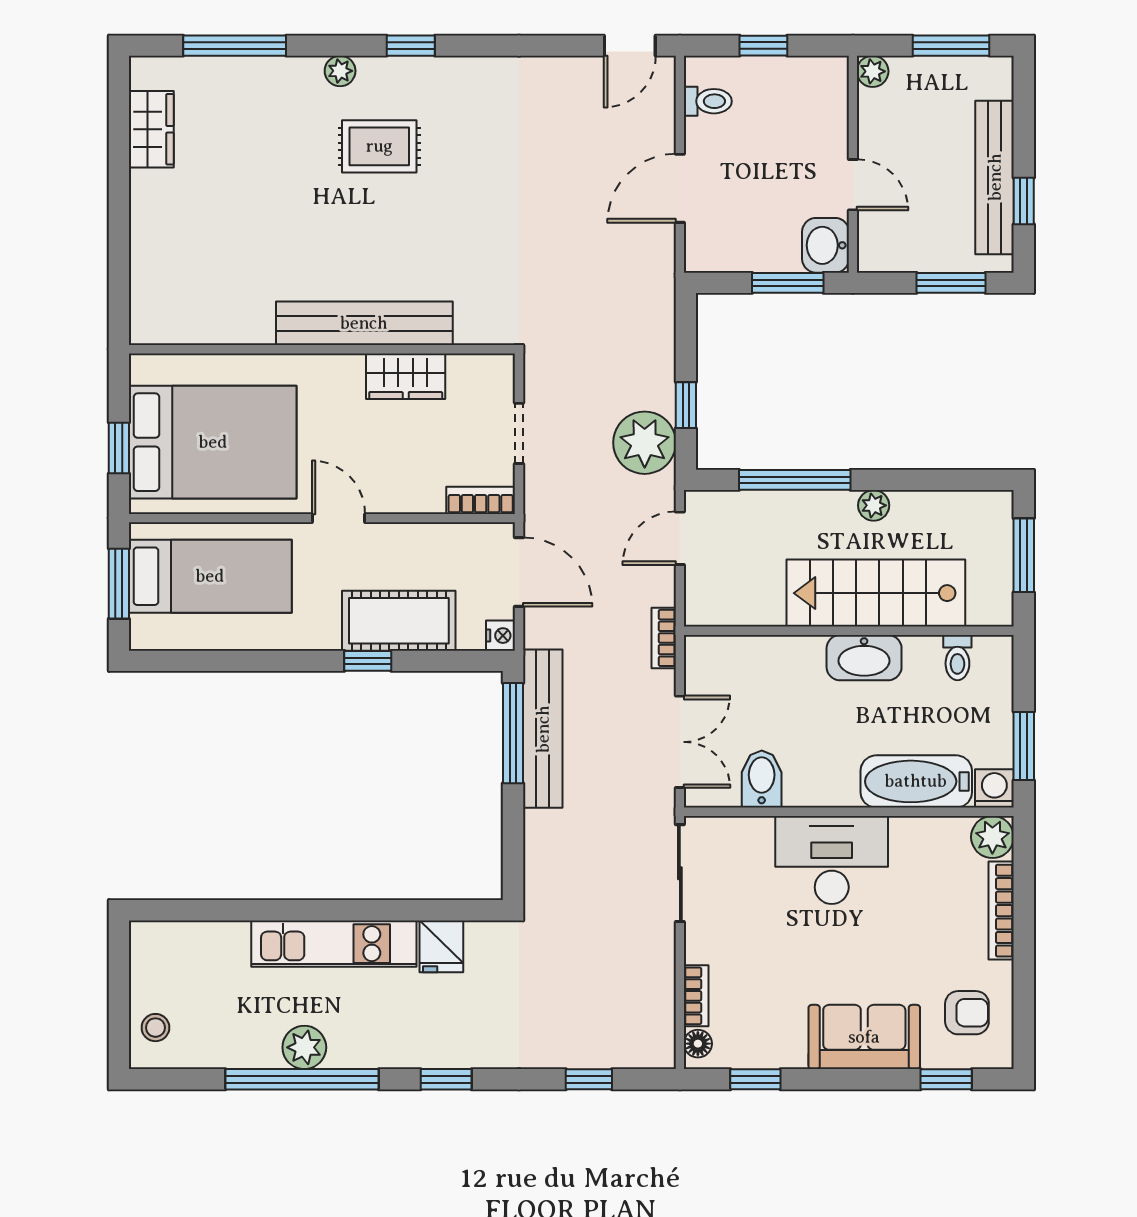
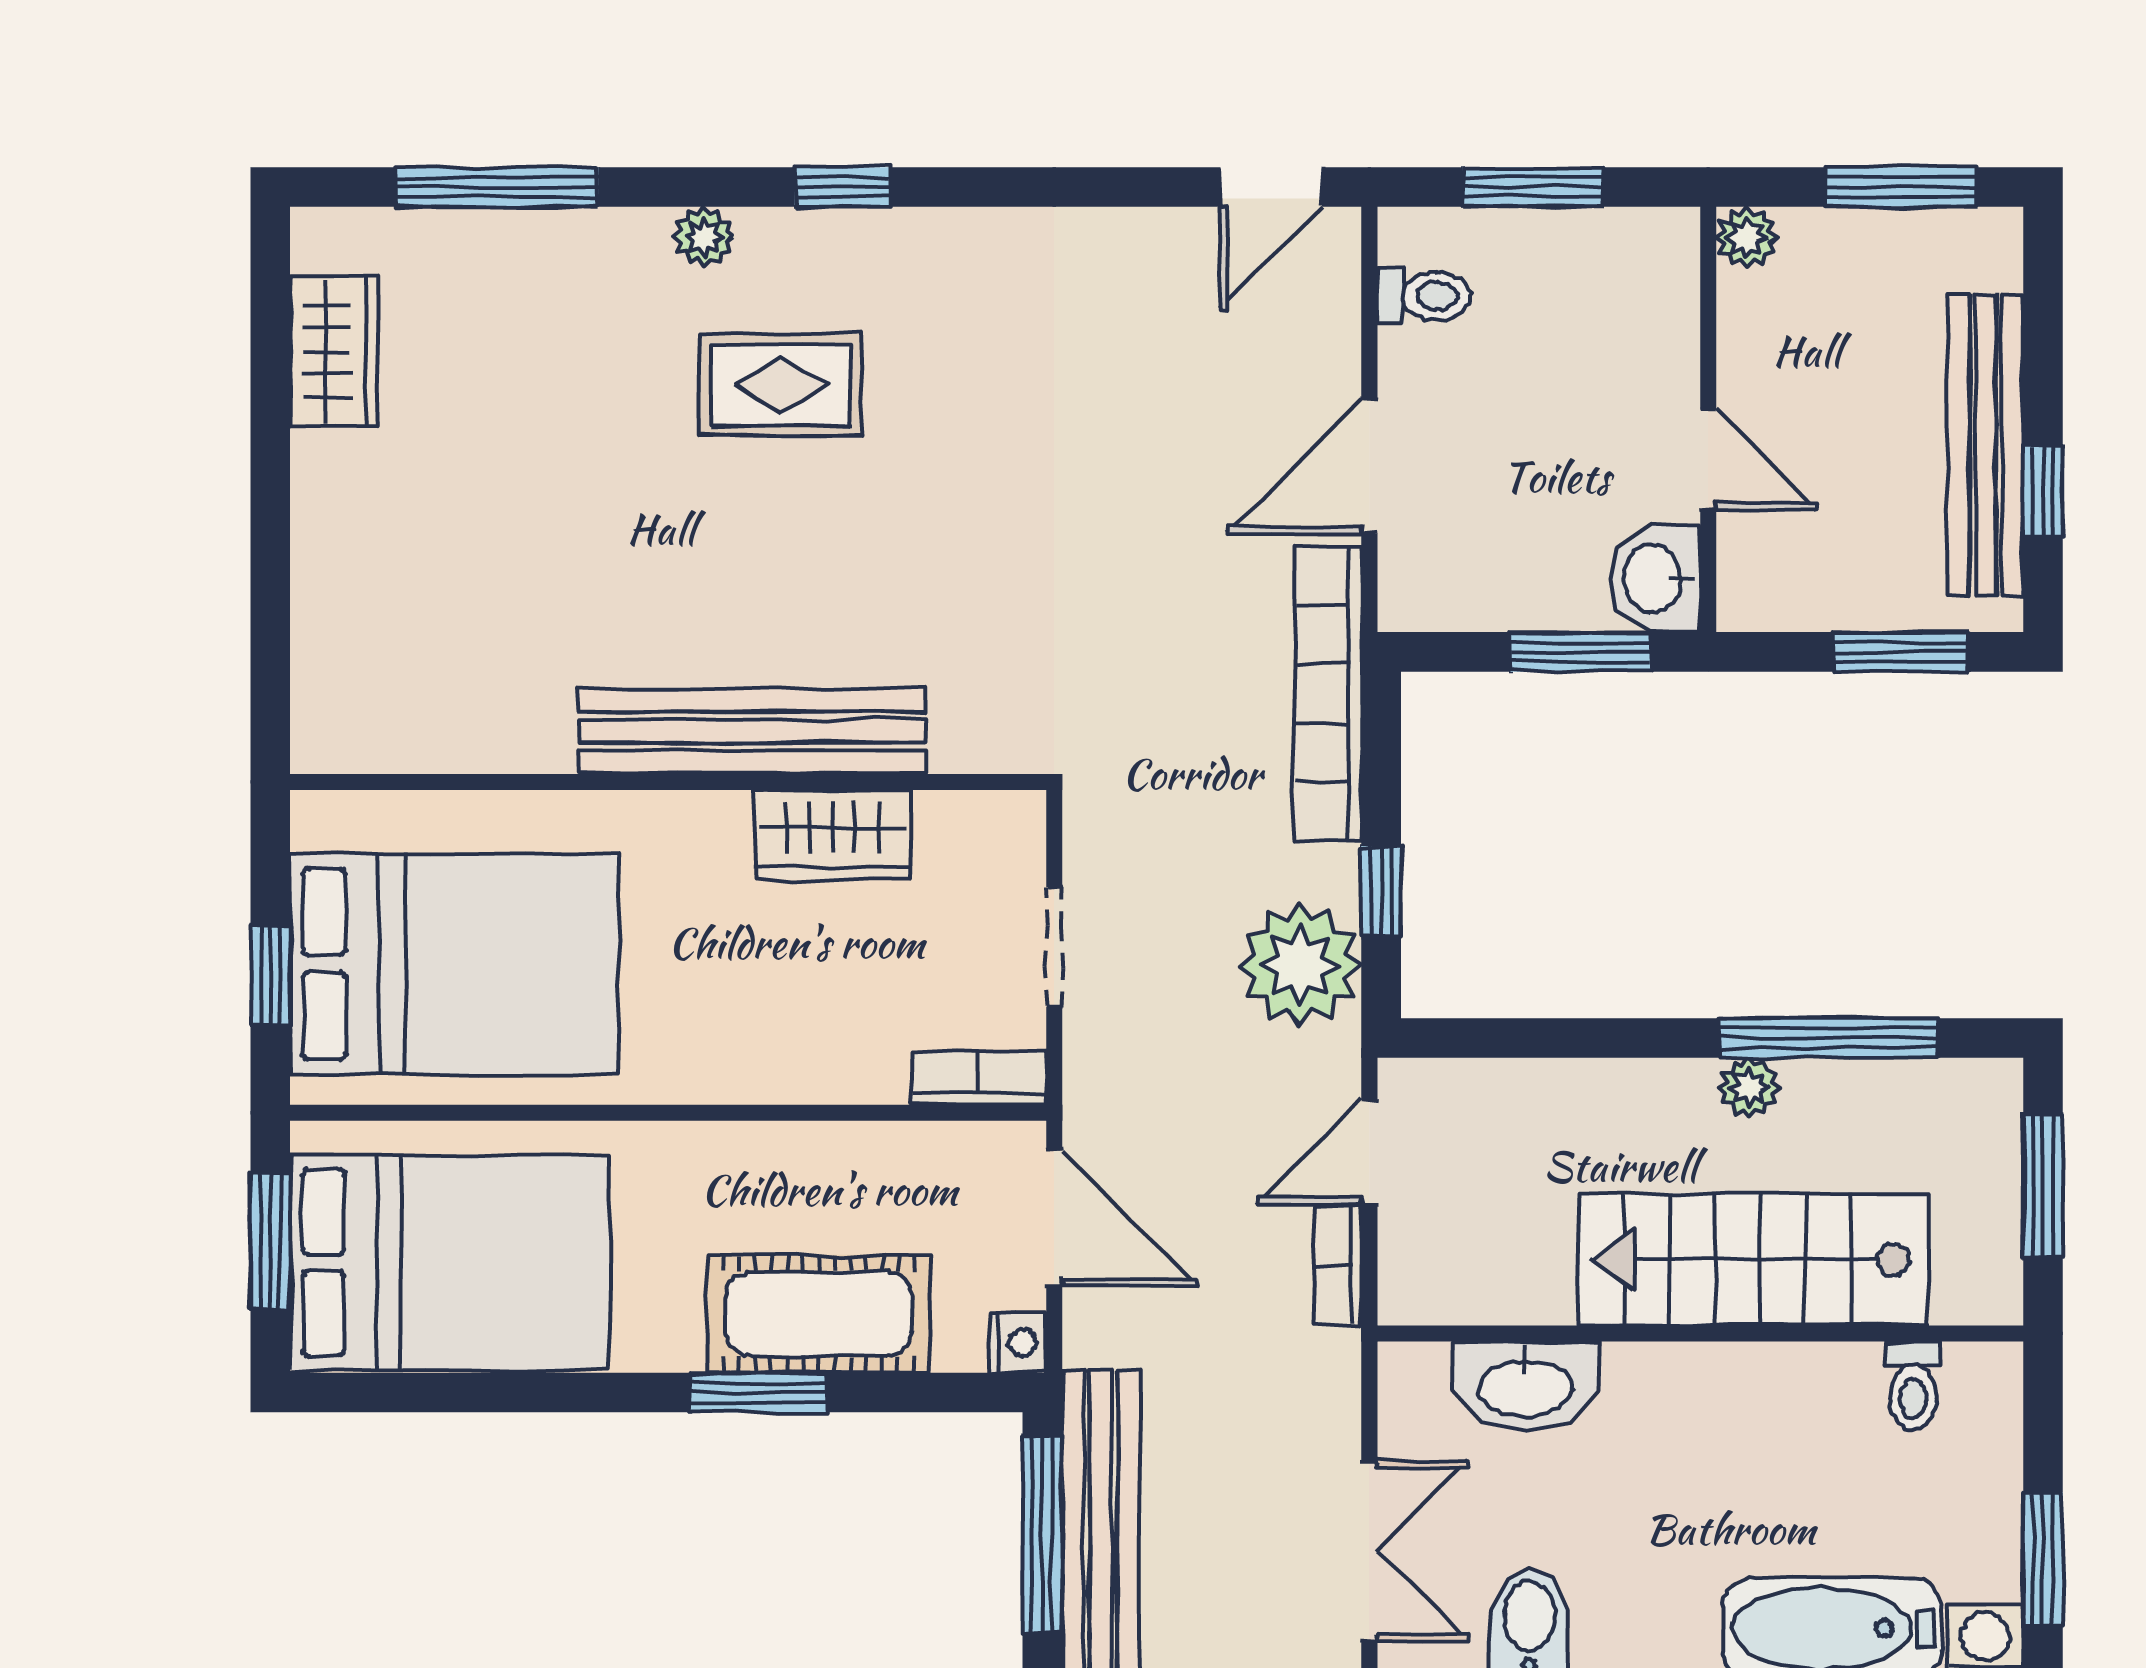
window: (763, 46) -> (1533, 187), width x1.50
bookcase: (659, 304) -> (1328, 694), added
window: (795, 480) -> (1828, 1038), moved
door: (339, 518) -> (701, 1113), removed
bed: (210, 576) -> (449, 1263), width x1.50
bookcase: (664, 638) -> (1338, 1265), moved
washbasin: (864, 658) -> (1526, 1386), moved
window: (368, 661) -> (758, 1393), width x1.50

